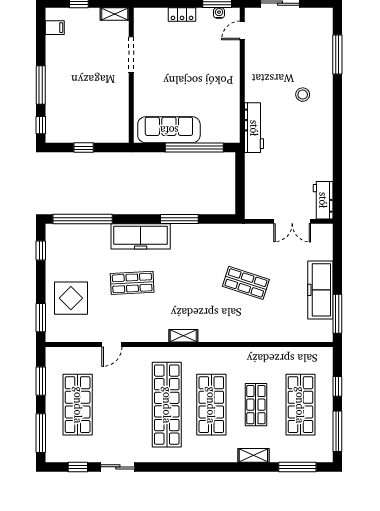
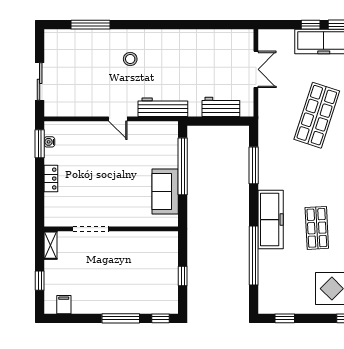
door: (242, 30) -> (118, 119), moved
sofa: (169, 130) -> (165, 191), width x0.73
workbench: (323, 200) -> (221, 107), moved, turned 180
window: (83, 219) -> (254, 256), moved
window: (179, 219) -> (254, 165), moved
window: (337, 277) -> (311, 25), added
shop shelf: (246, 283) -> (317, 115), width x1.43, depth x1.36

